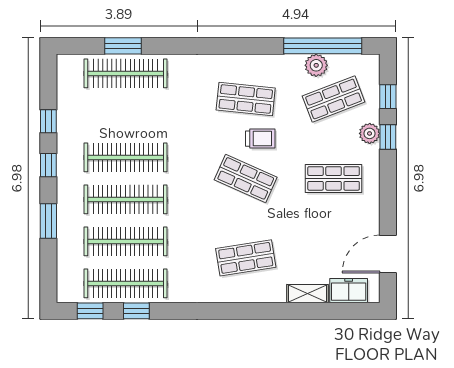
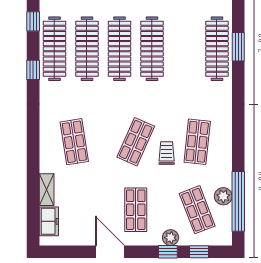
trolley: (260, 139) -> (167, 153), turned 180
door: (388, 254) -> (110, 252), moved
window: (136, 311) -> (33, 70), moved

